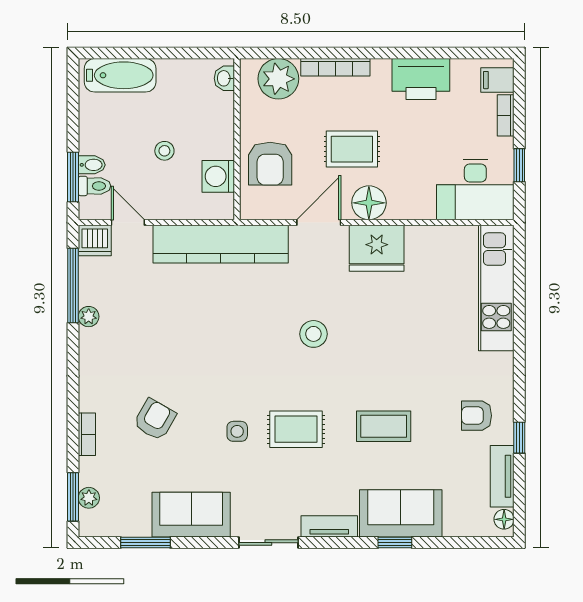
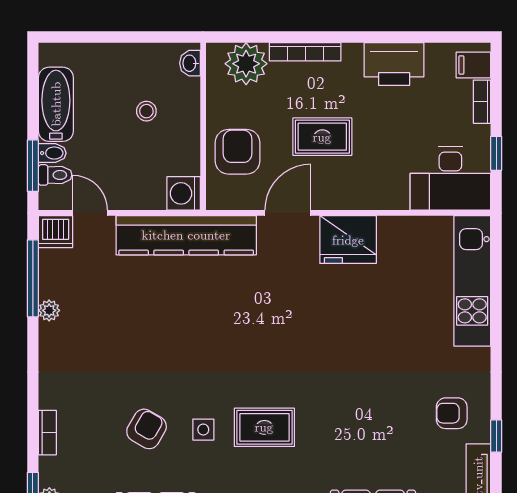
bathtub: (120, 75) -> (56, 104), moved, turned -90
stool: (164, 151) -> (146, 111), moved
armchair: (270, 164) -> (237, 152), turned 180
washing machine: (218, 176) -> (184, 193), moved
floor lamp: (369, 203) -> (340, 192), removed
stool: (313, 334) -> (282, 328), removed
armchair: (155, 419) -> (147, 429), moved
coffee table: (384, 426) -> (355, 424), removed

